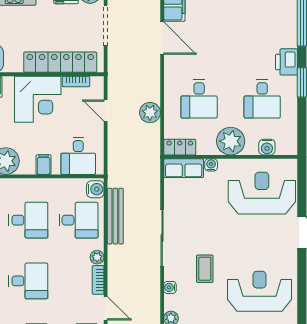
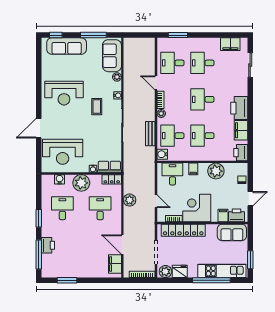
printer: (287, 62) -> (48, 245), moved
bench: (115, 216) -> (150, 134), width x0.73

